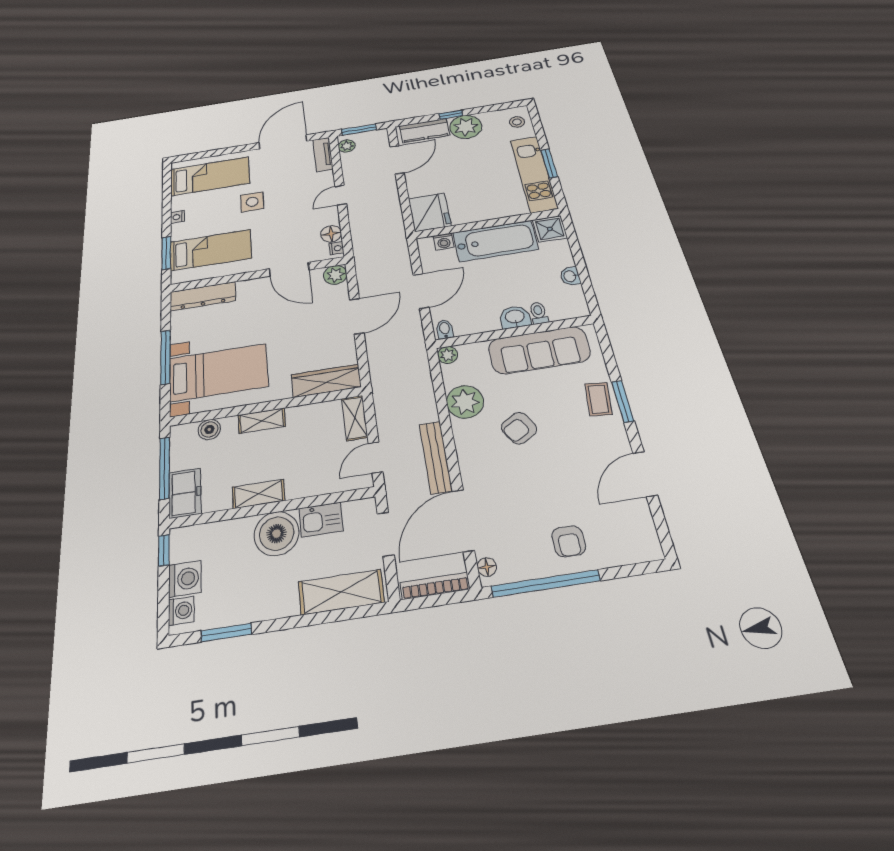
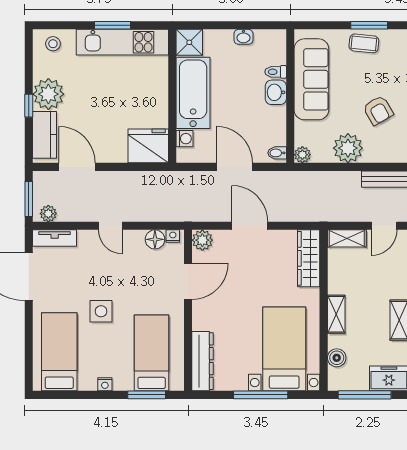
door: (376, 458) -> (384, 226), hinge flipped

